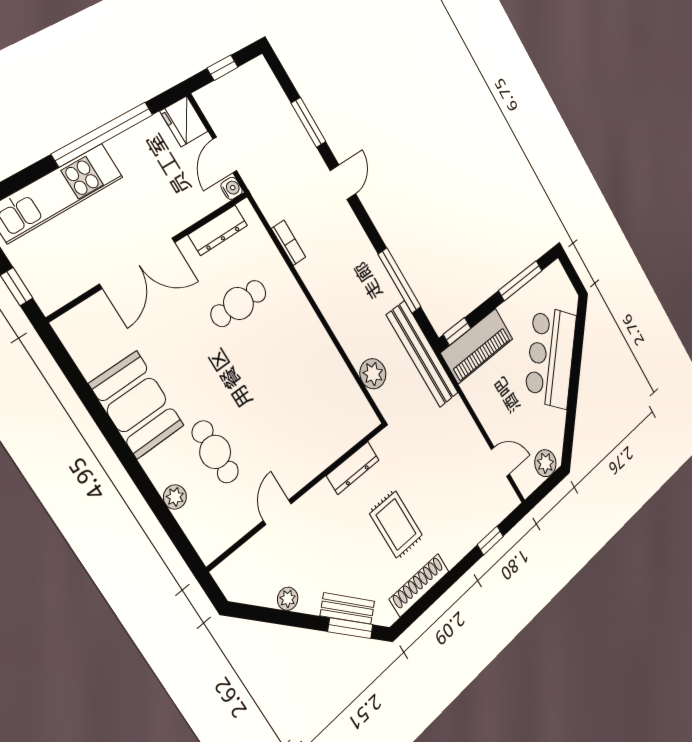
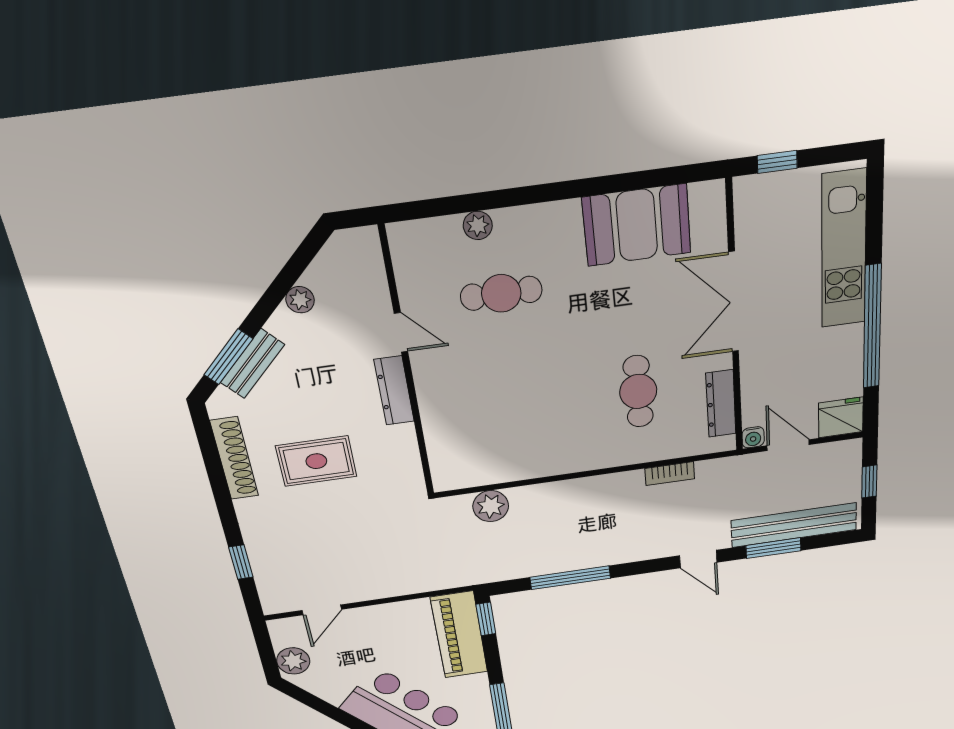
bench: (422, 354) -> (794, 525), moved
booth: (137, 405) -> (637, 225), moved
dresser: (353, 468) -> (394, 391), moved

